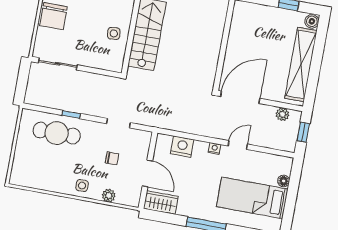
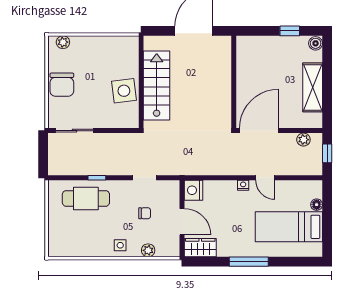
side table: (114, 33) -> (124, 91), width x1.87, depth x1.87
shelving: (301, 64) -> (313, 87), width x0.68
door: (238, 145) -> (265, 178), swing flipped
nightstand: (182, 147) -> (193, 190), moved, turned -90

